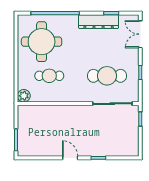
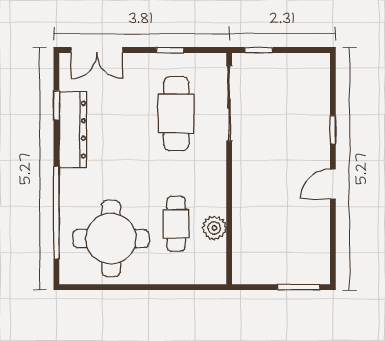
plant: (24, 96) -> (214, 228), moved

